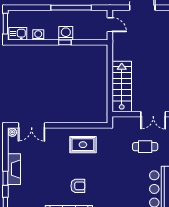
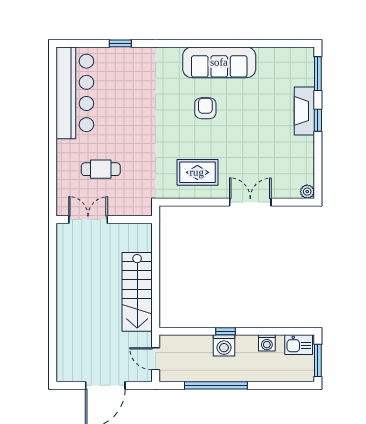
stairs: (122, 87) -> (137, 292), moved
double door: (32, 125) -> (250, 202), moved
fireplace: (14, 169) -> (304, 111), moved
armchair: (78, 186) -> (205, 108), turned 90

